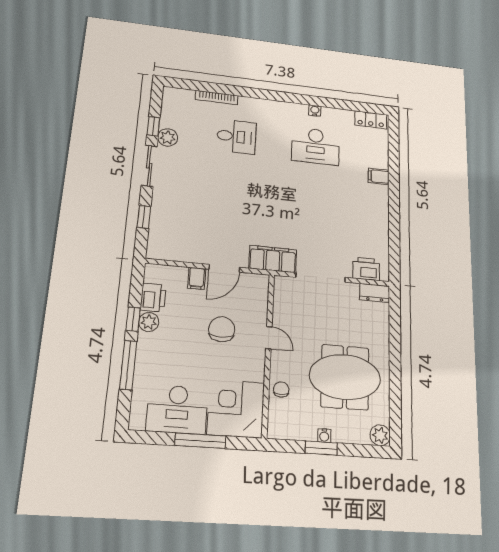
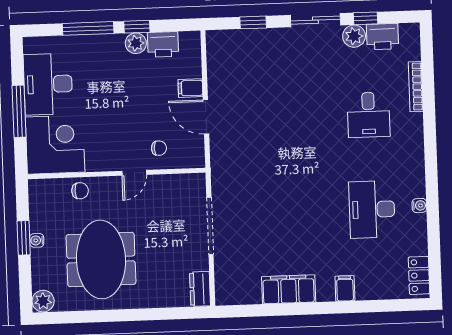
filing cabinet: (273, 259) -> (289, 289), moved, turned -90
printer: (366, 269) -> (382, 37), moved, turned 90
chair: (222, 329) -> (159, 148), moved, width x0.54, depth x0.54

